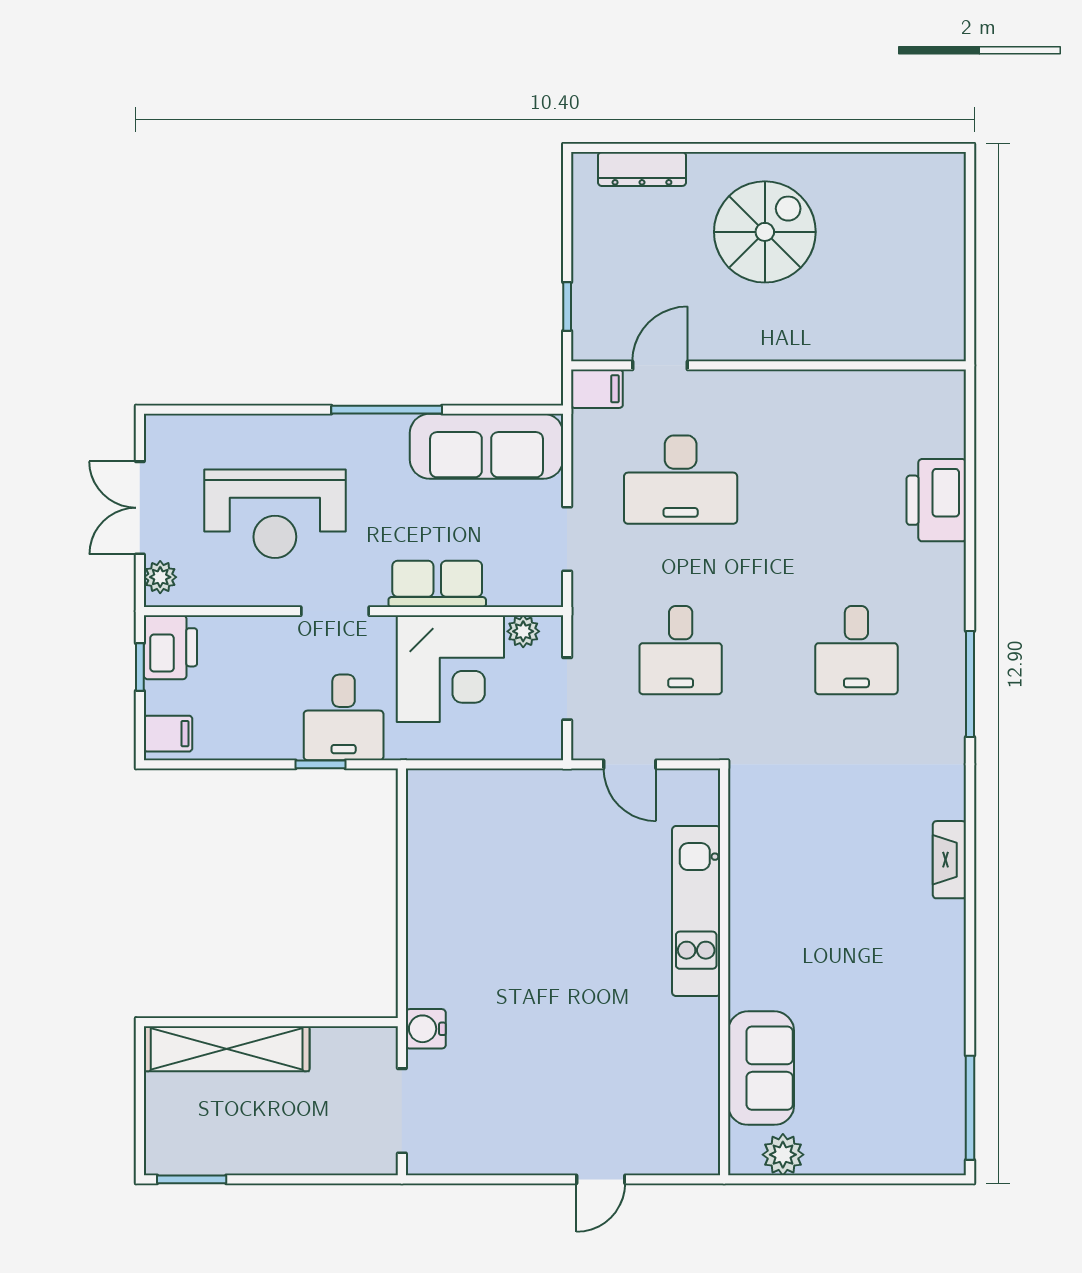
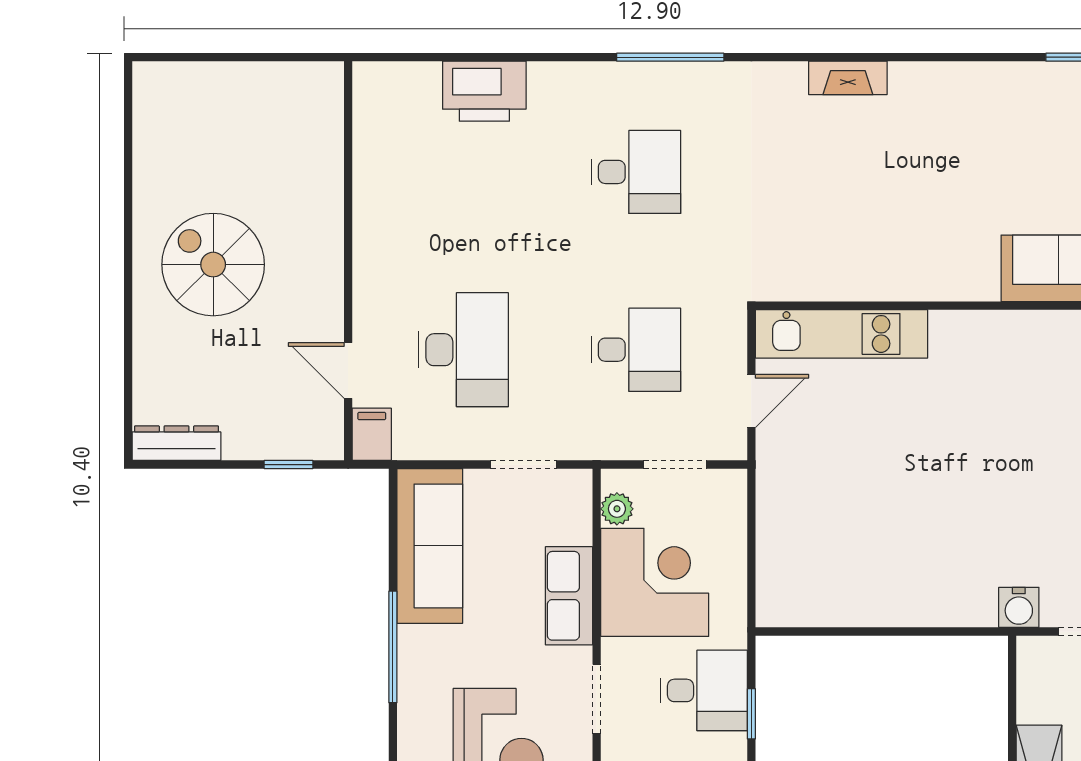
dresser: (642, 169) -> (176, 443), moved, turned -90
kitchen unit: (696, 911) -> (841, 334), moved

